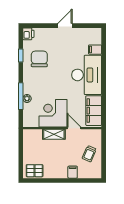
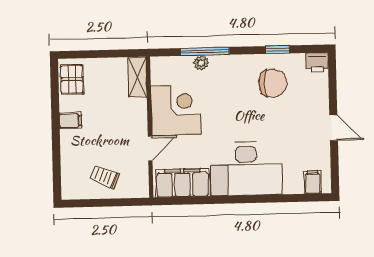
filing cabinet: (95, 50) -> (313, 182), moved
shelving: (54, 134) -> (137, 77), moved
filing cabinet: (73, 172) -> (70, 121), moved

